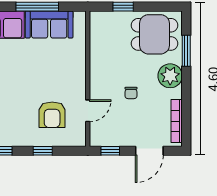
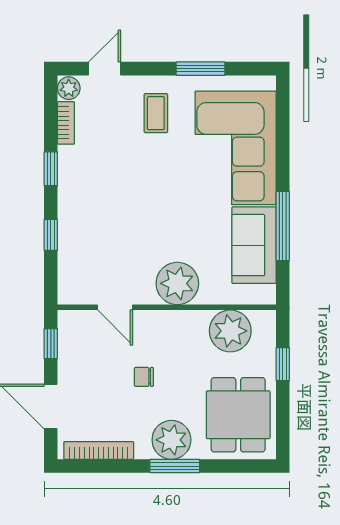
plant: (102, 39) -> (230, 331), added
window: (186, 51) -> (175, 466), moved
plant: (73, 72) -> (177, 283), added
armchair: (52, 115) -> (109, 250), removed

